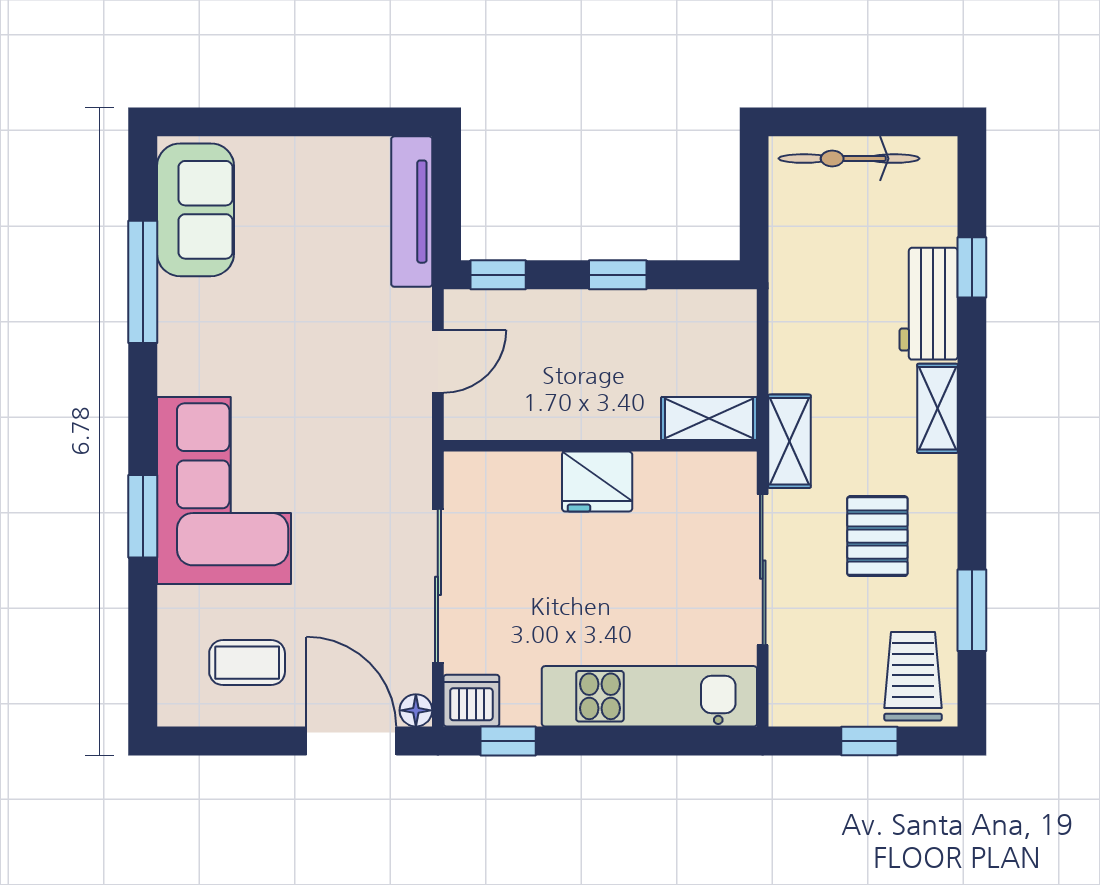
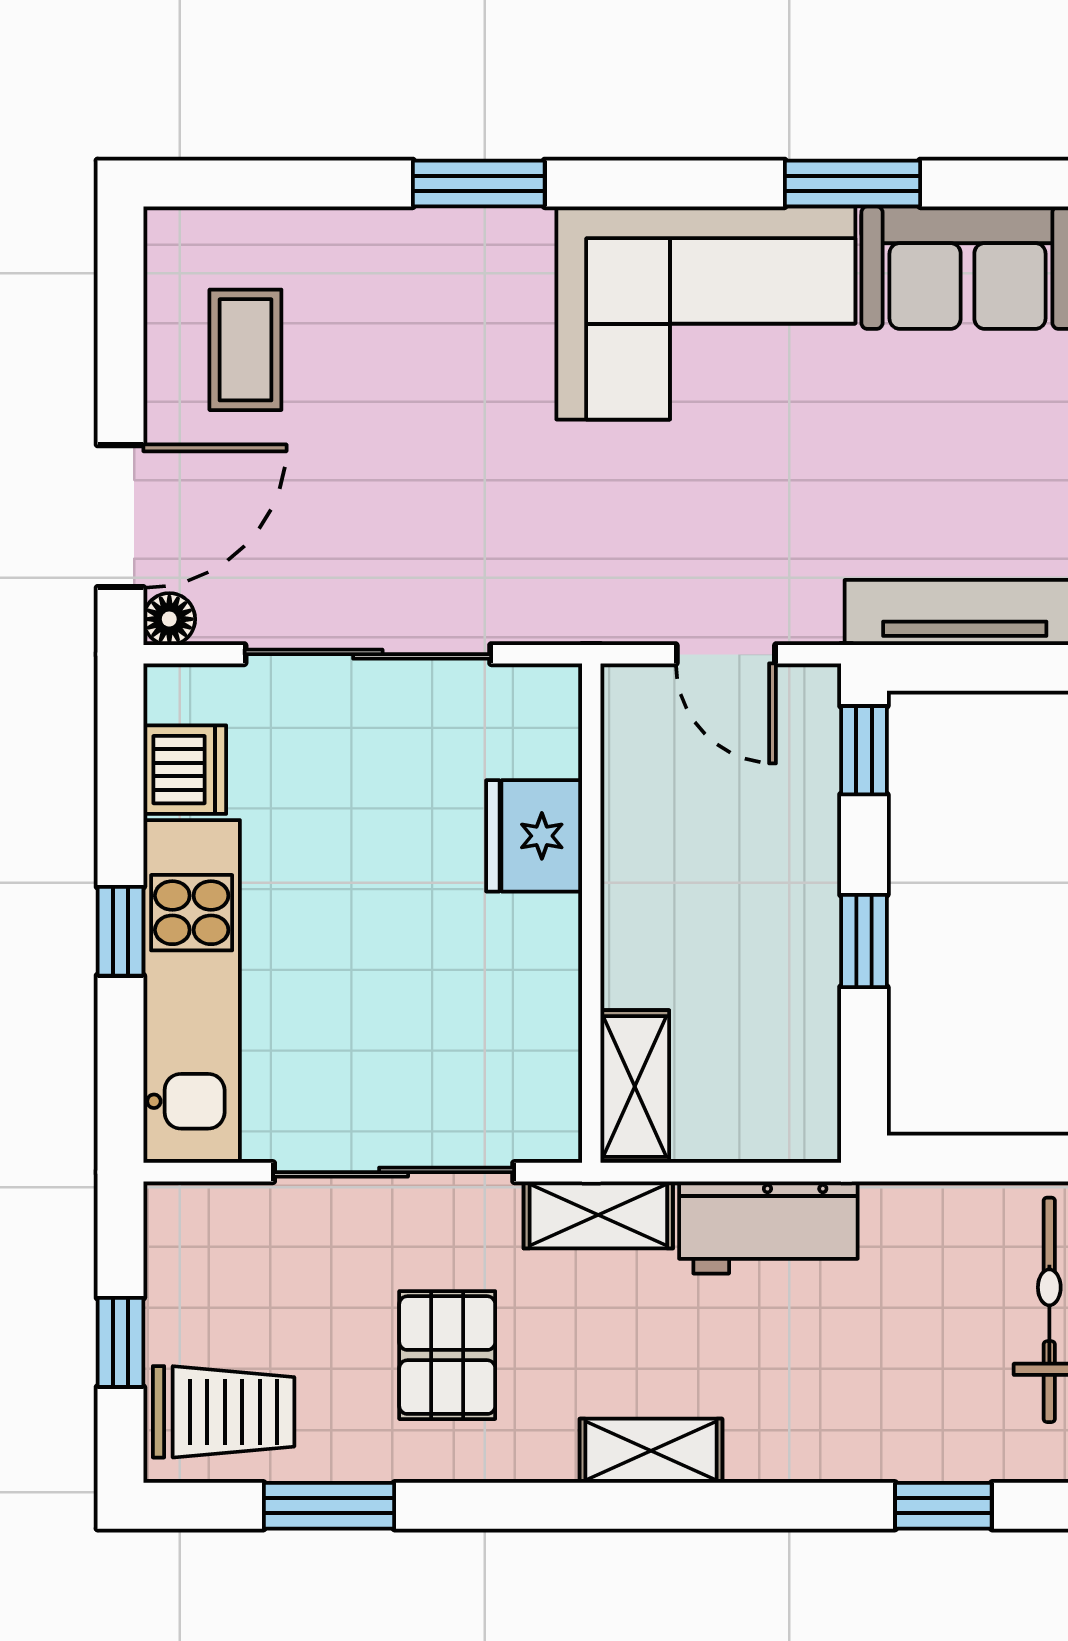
window: (972, 267) -> (943, 1506), moved
window: (143, 282) -> (852, 183), width x0.69
workbench: (929, 304) -> (768, 1227), moved, turned 180
fridge: (597, 482) -> (534, 836), moved
corner sofa: (224, 490) -> (706, 313), moved
pallet: (877, 536) -> (447, 1355), turned 90
dishwasher: (471, 701) -> (185, 770), moved
window: (508, 741) -> (120, 931), moved

